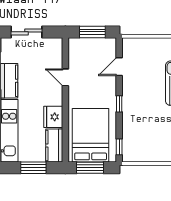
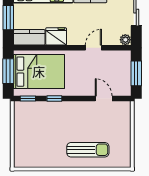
plant: (57, 43) -> (125, 40), added
window: (119, 104) -> (54, 98), moved

